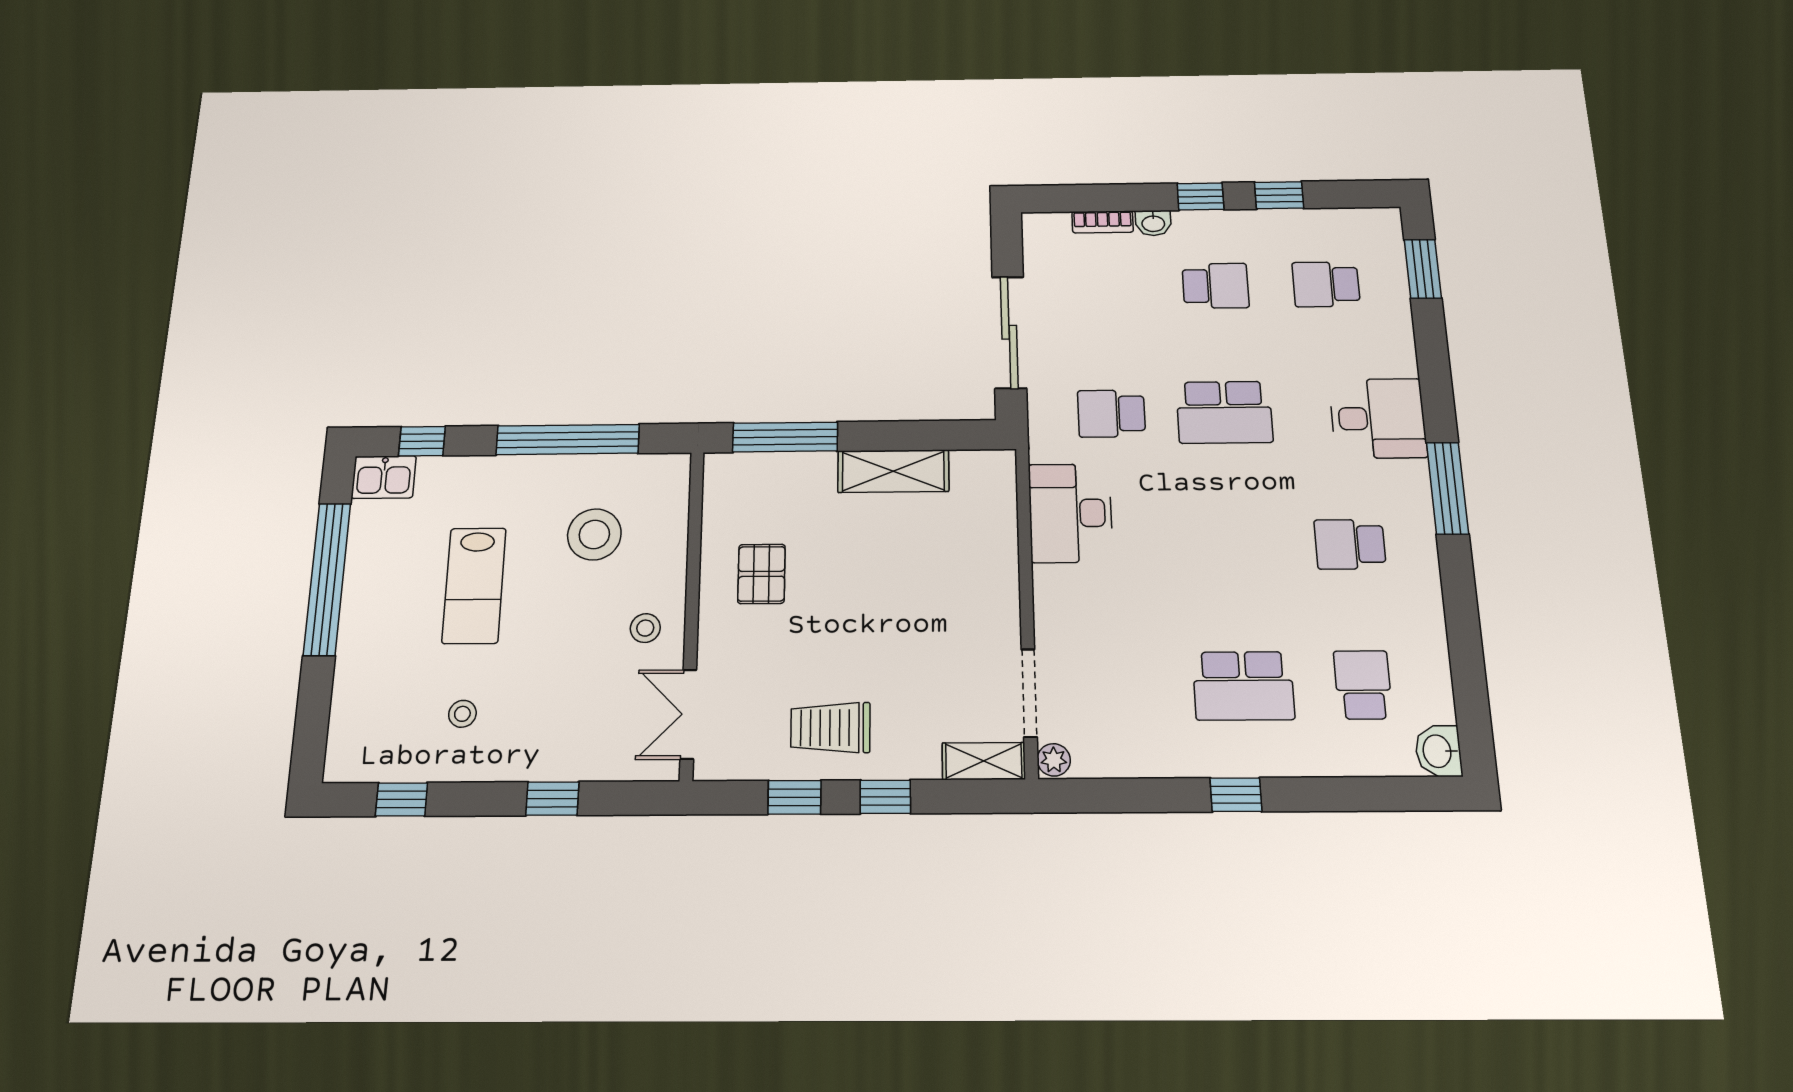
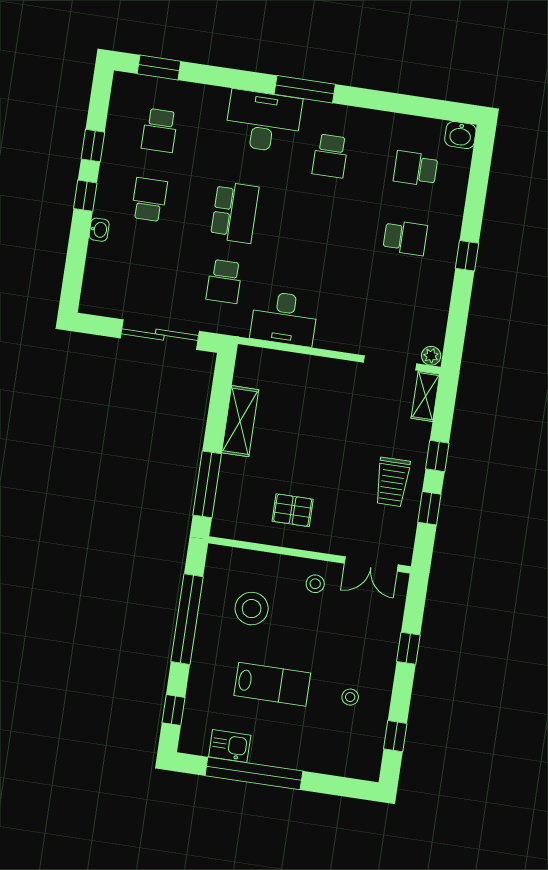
bookcase: (1103, 222) -> (93, 262), removed
desk: (1378, 418) -> (263, 121), width x1.37
kitchen sink: (384, 477) -> (230, 746), moved, turned -90
school desk: (1243, 686) -> (405, 238), width x0.54

